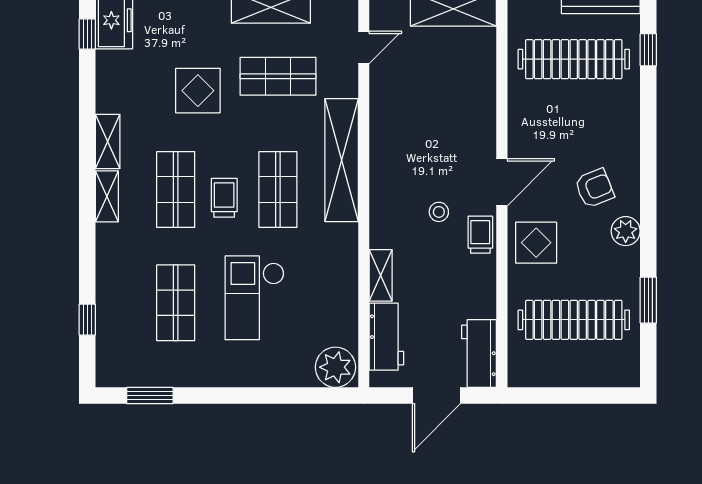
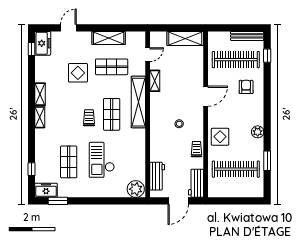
door: (502, 182) -> (206, 96), moved
armchair: (594, 188) -> (246, 87), moved, turned -68
shop shelf: (176, 189) -> (69, 114), removed
trolley: (480, 235) -> (196, 149), moved
shelving: (381, 275) -> (155, 81), moved
freezer: (122, 370) -> (46, 190), added

